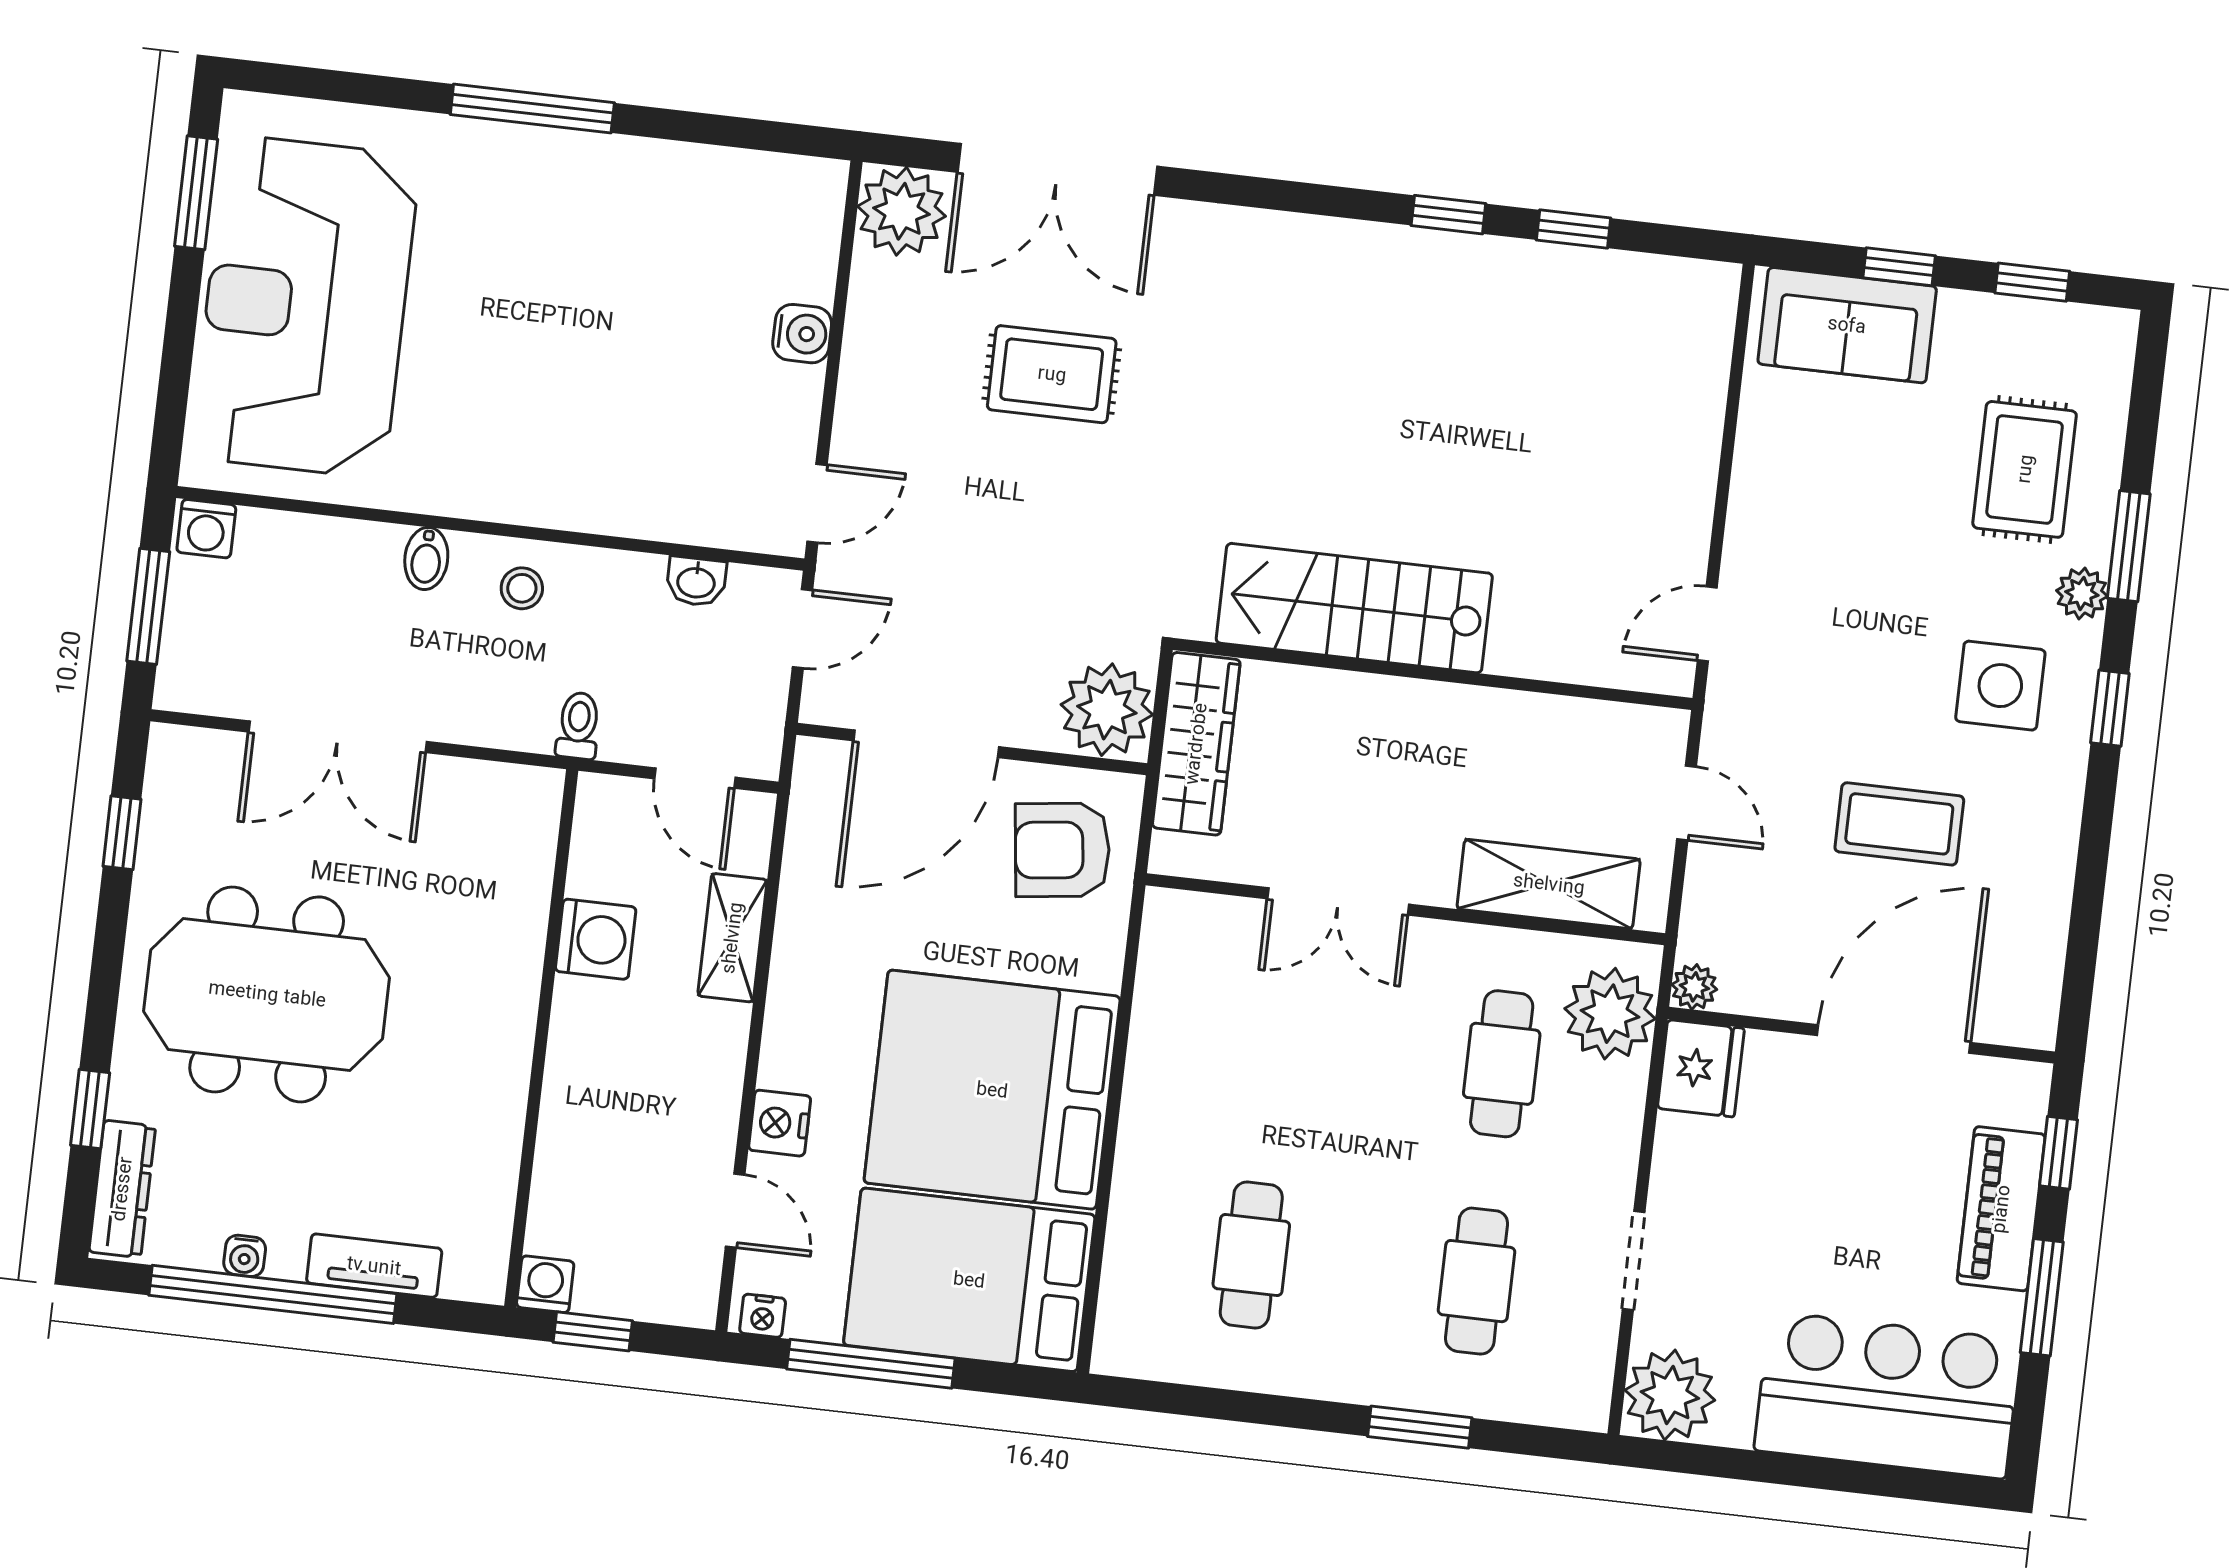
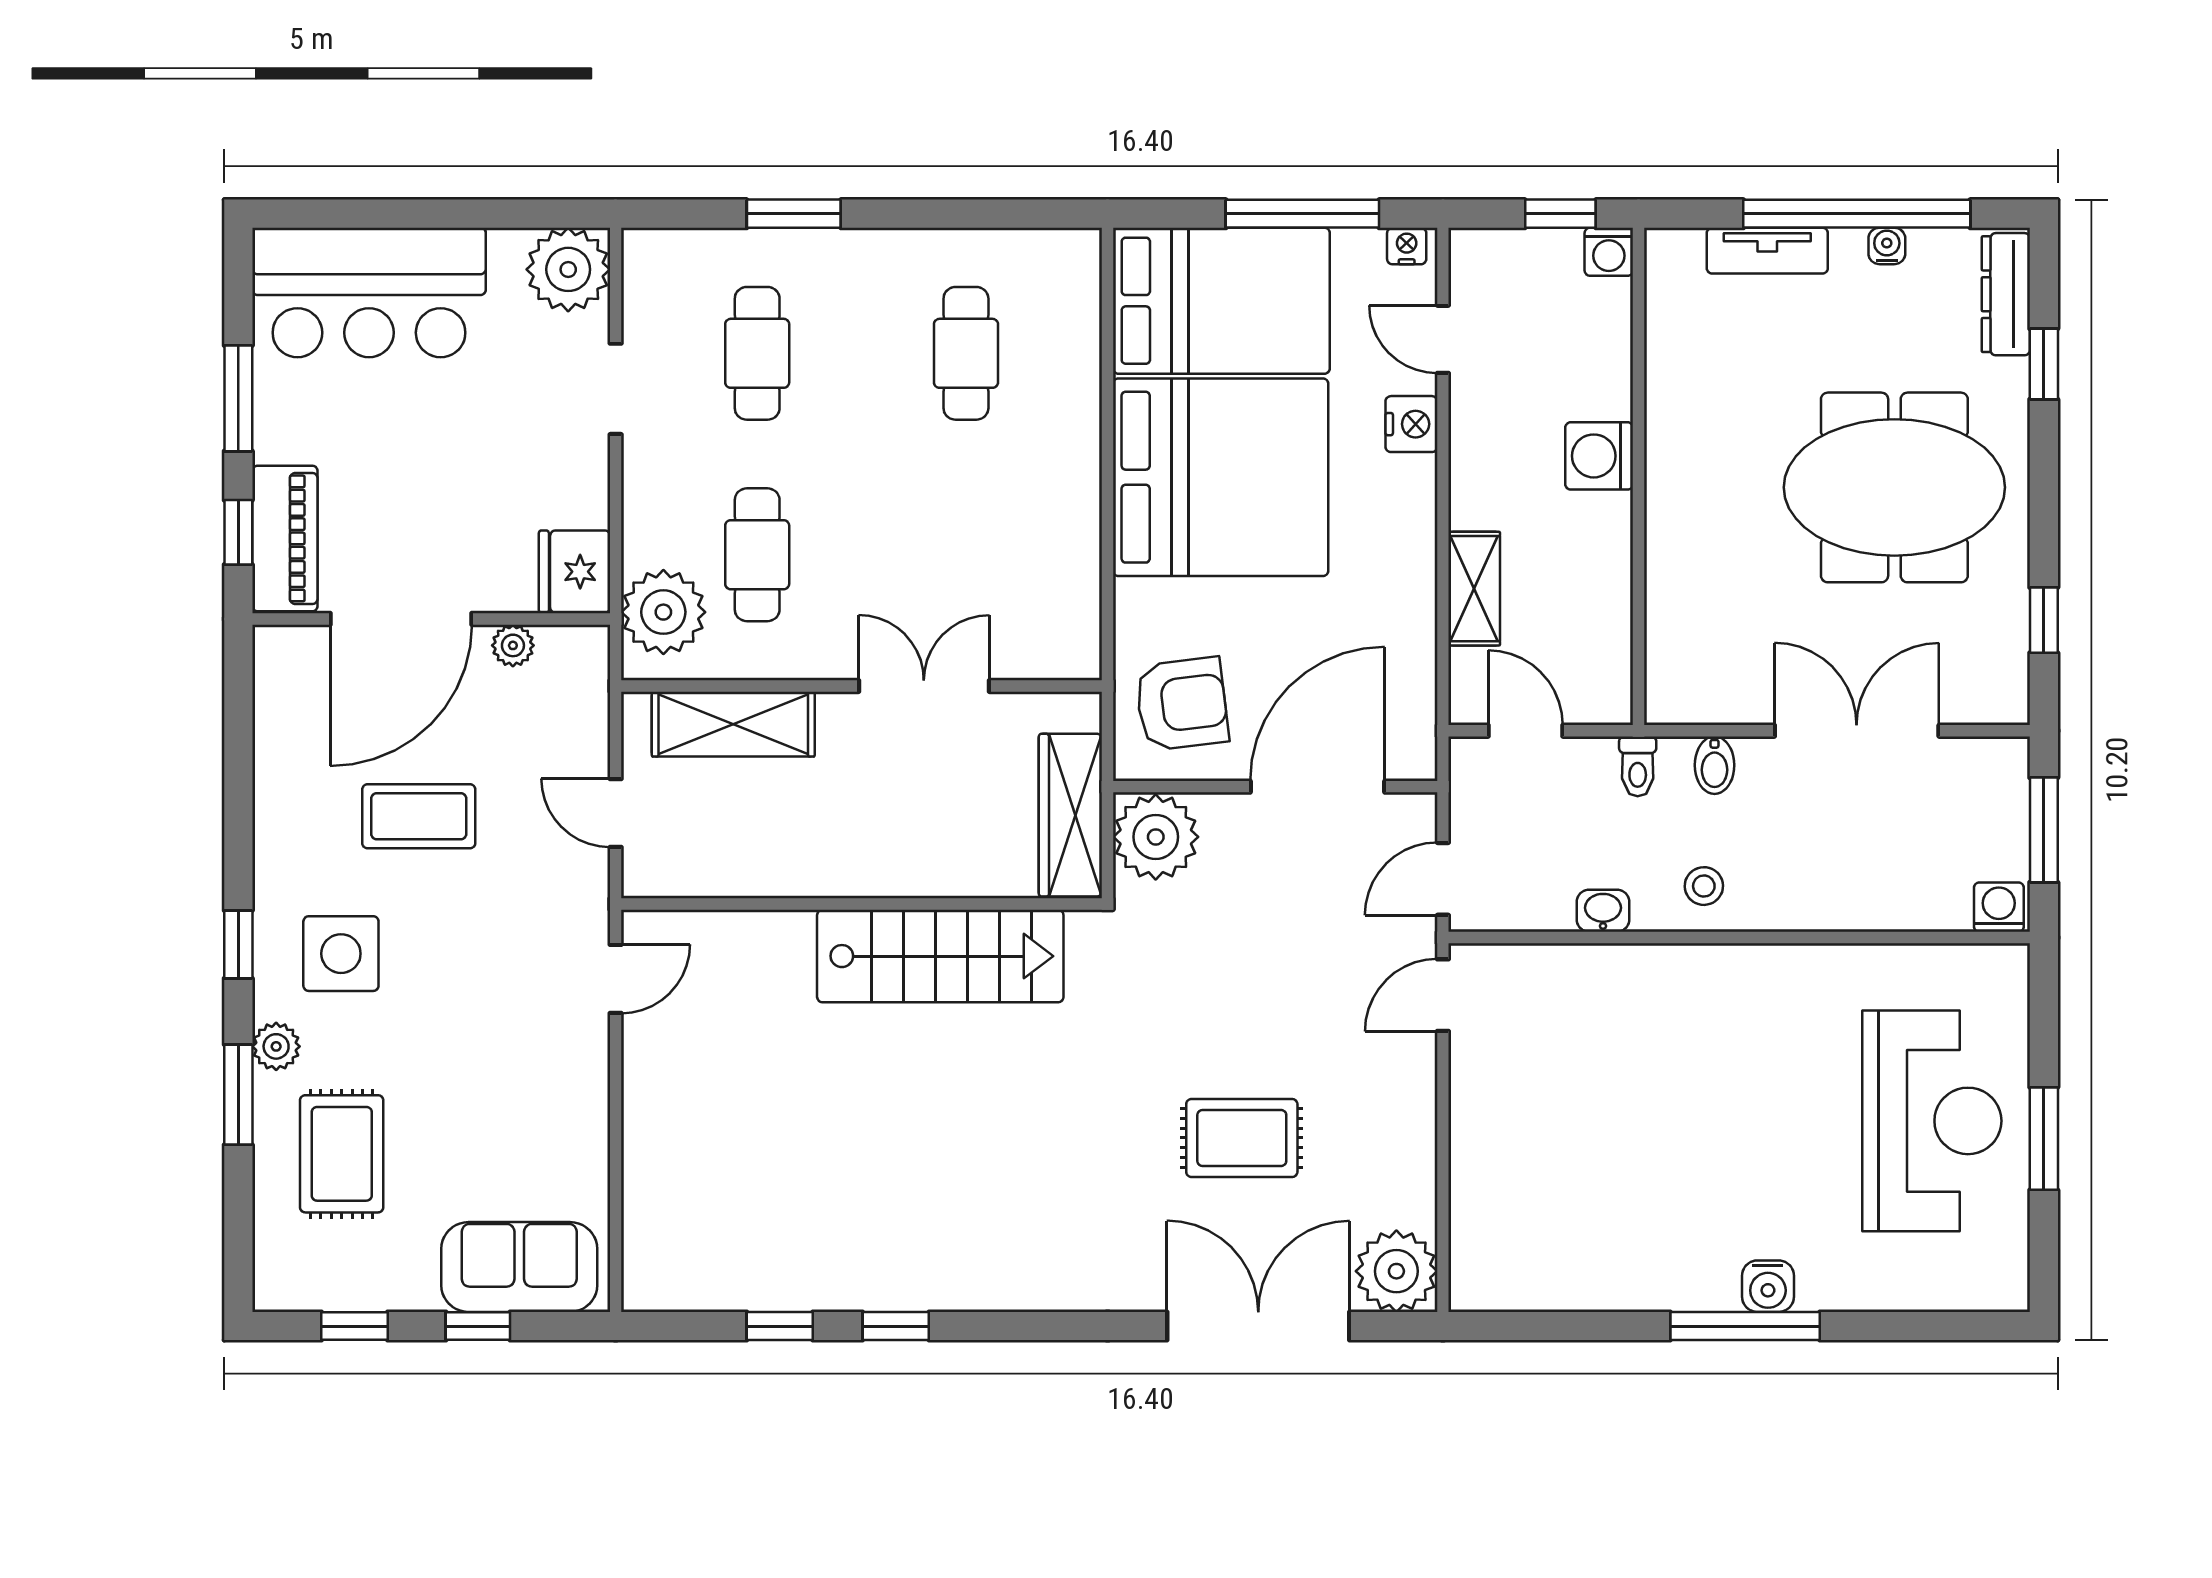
window: (196, 193) -> (2044, 1139), moved
reception desk: (305, 307) -> (1932, 1121), width x0.74, depth x0.77
water cooler: (802, 334) -> (1768, 1286), moved, turned -90
bidet: (426, 559) -> (1715, 765), moved, turned 180
washbasin: (696, 581) -> (1603, 911), moved
washing machine: (596, 939) -> (1599, 456), moved
plant: (1694, 987) -> (513, 645), moved
piano: (2001, 1209) -> (285, 538), moved

